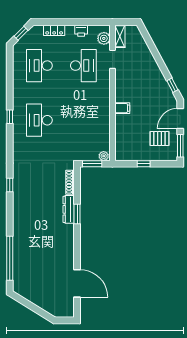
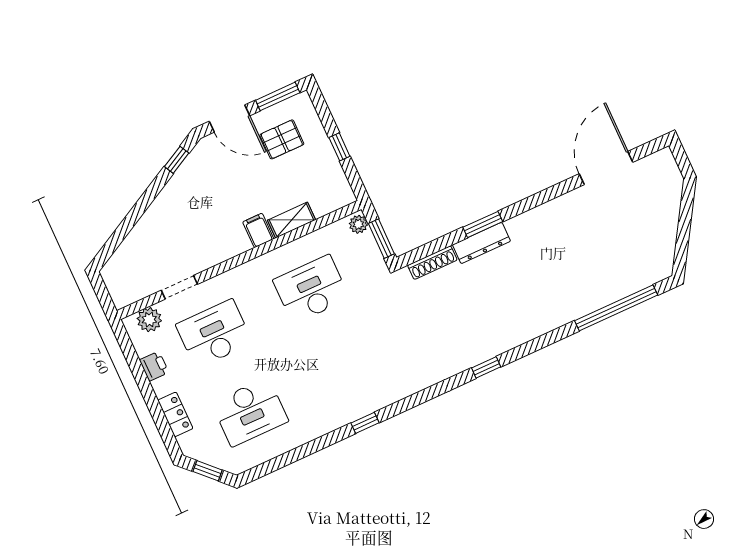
shelving: (120, 36) -> (292, 220), moved
desk: (39, 120) -> (311, 289), moved, turned 180
pallet: (159, 139) -> (282, 139), turned 90

